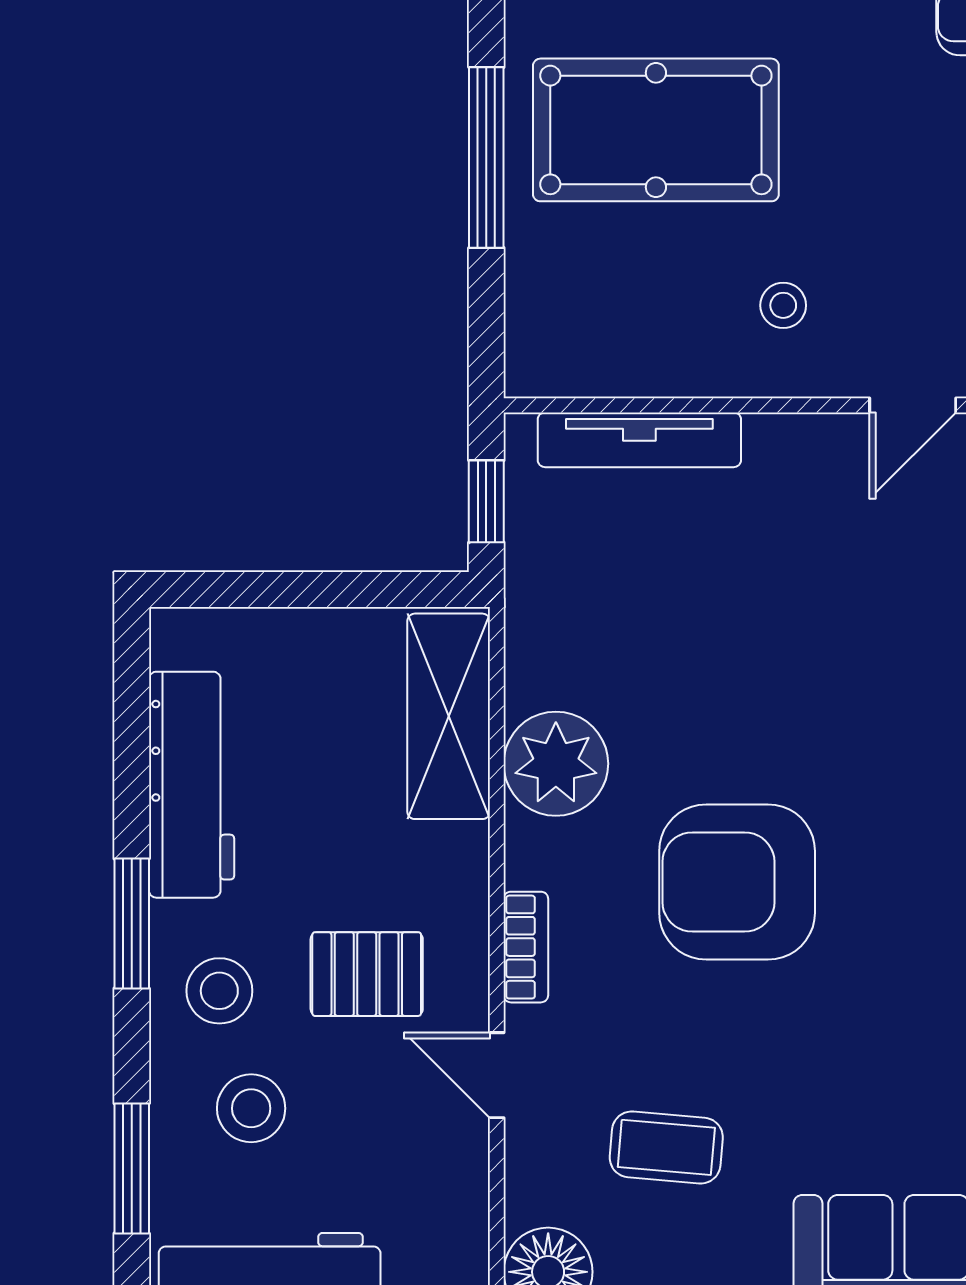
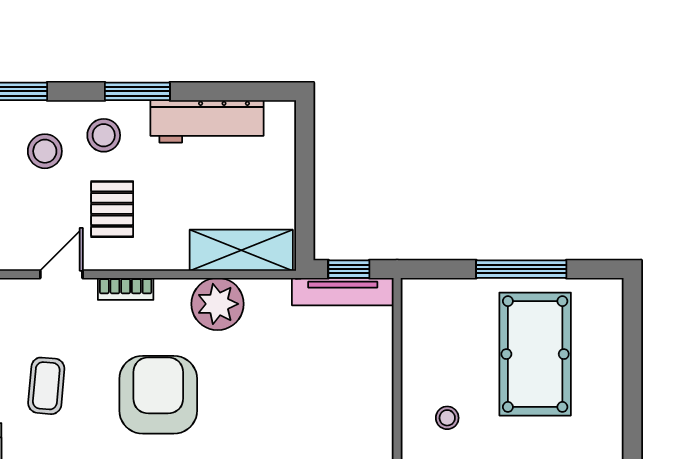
tv unit: (639, 440) -> (343, 292), moved, turned -90
coffee table: (666, 1147) -> (46, 386), moved

